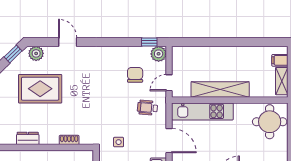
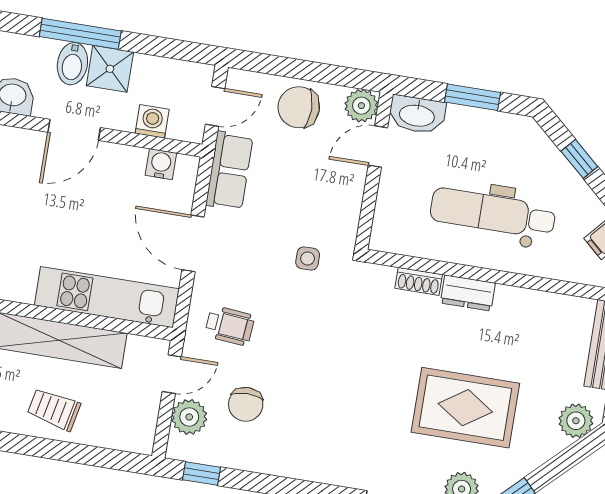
plant: (159, 54) -> (189, 417), moved
trolley: (217, 59) -> (54, 409), added
dresser: (28, 138) -> (468, 293), moved

